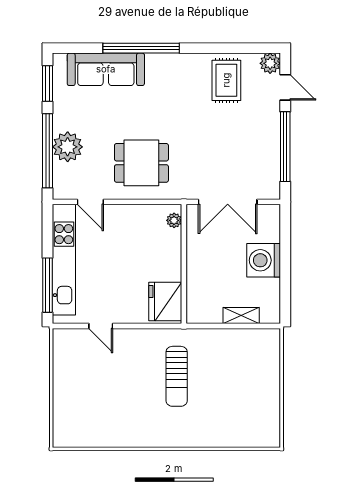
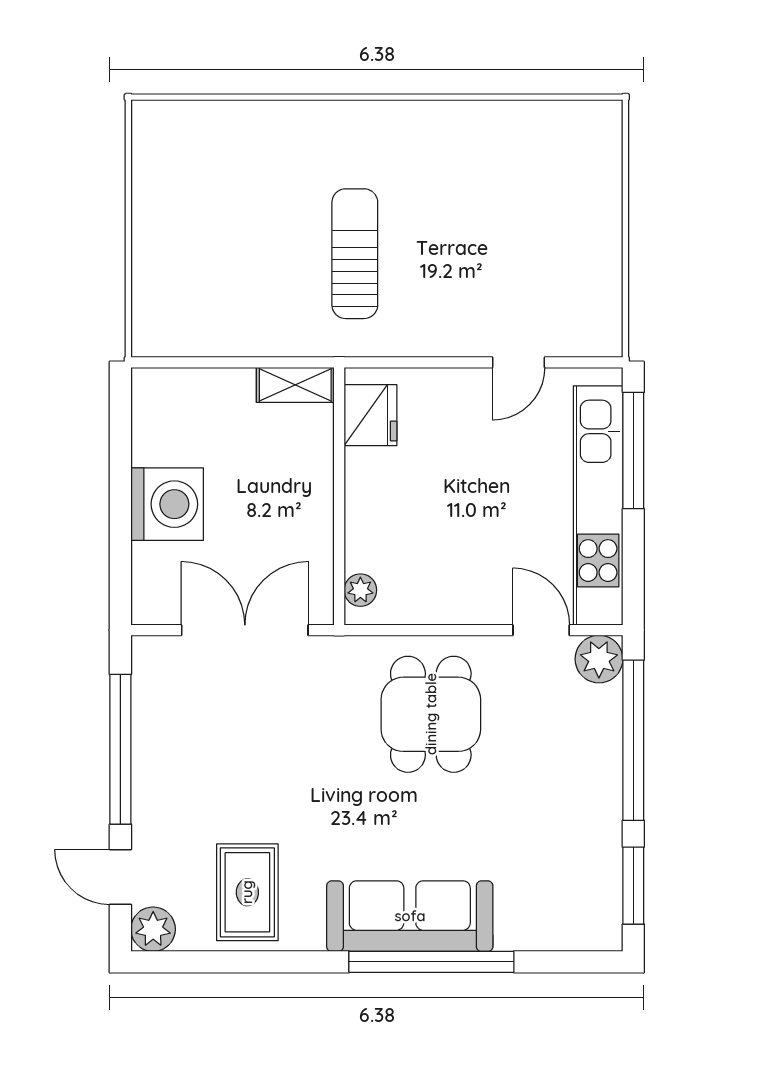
sofa: (106, 69) -> (410, 916), moved
plant: (68, 147) -> (599, 659), moved, width x0.73, depth x0.73
dining table: (141, 163) -> (431, 714), turned 90
fridge: (165, 302) -> (370, 415), width x0.73, depth x0.75
shelving: (241, 316) -> (295, 385), moved
door: (101, 326) -> (519, 362), swing flipped

